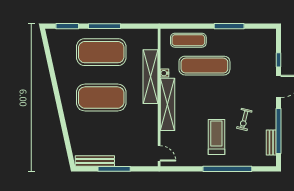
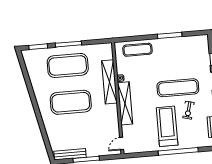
exercise mat: (204, 66) -> (178, 88), moved
treadmill: (216, 137) -> (167, 126), width x1.37, depth x1.38
door: (159, 153) -> (122, 144), swing flipped

